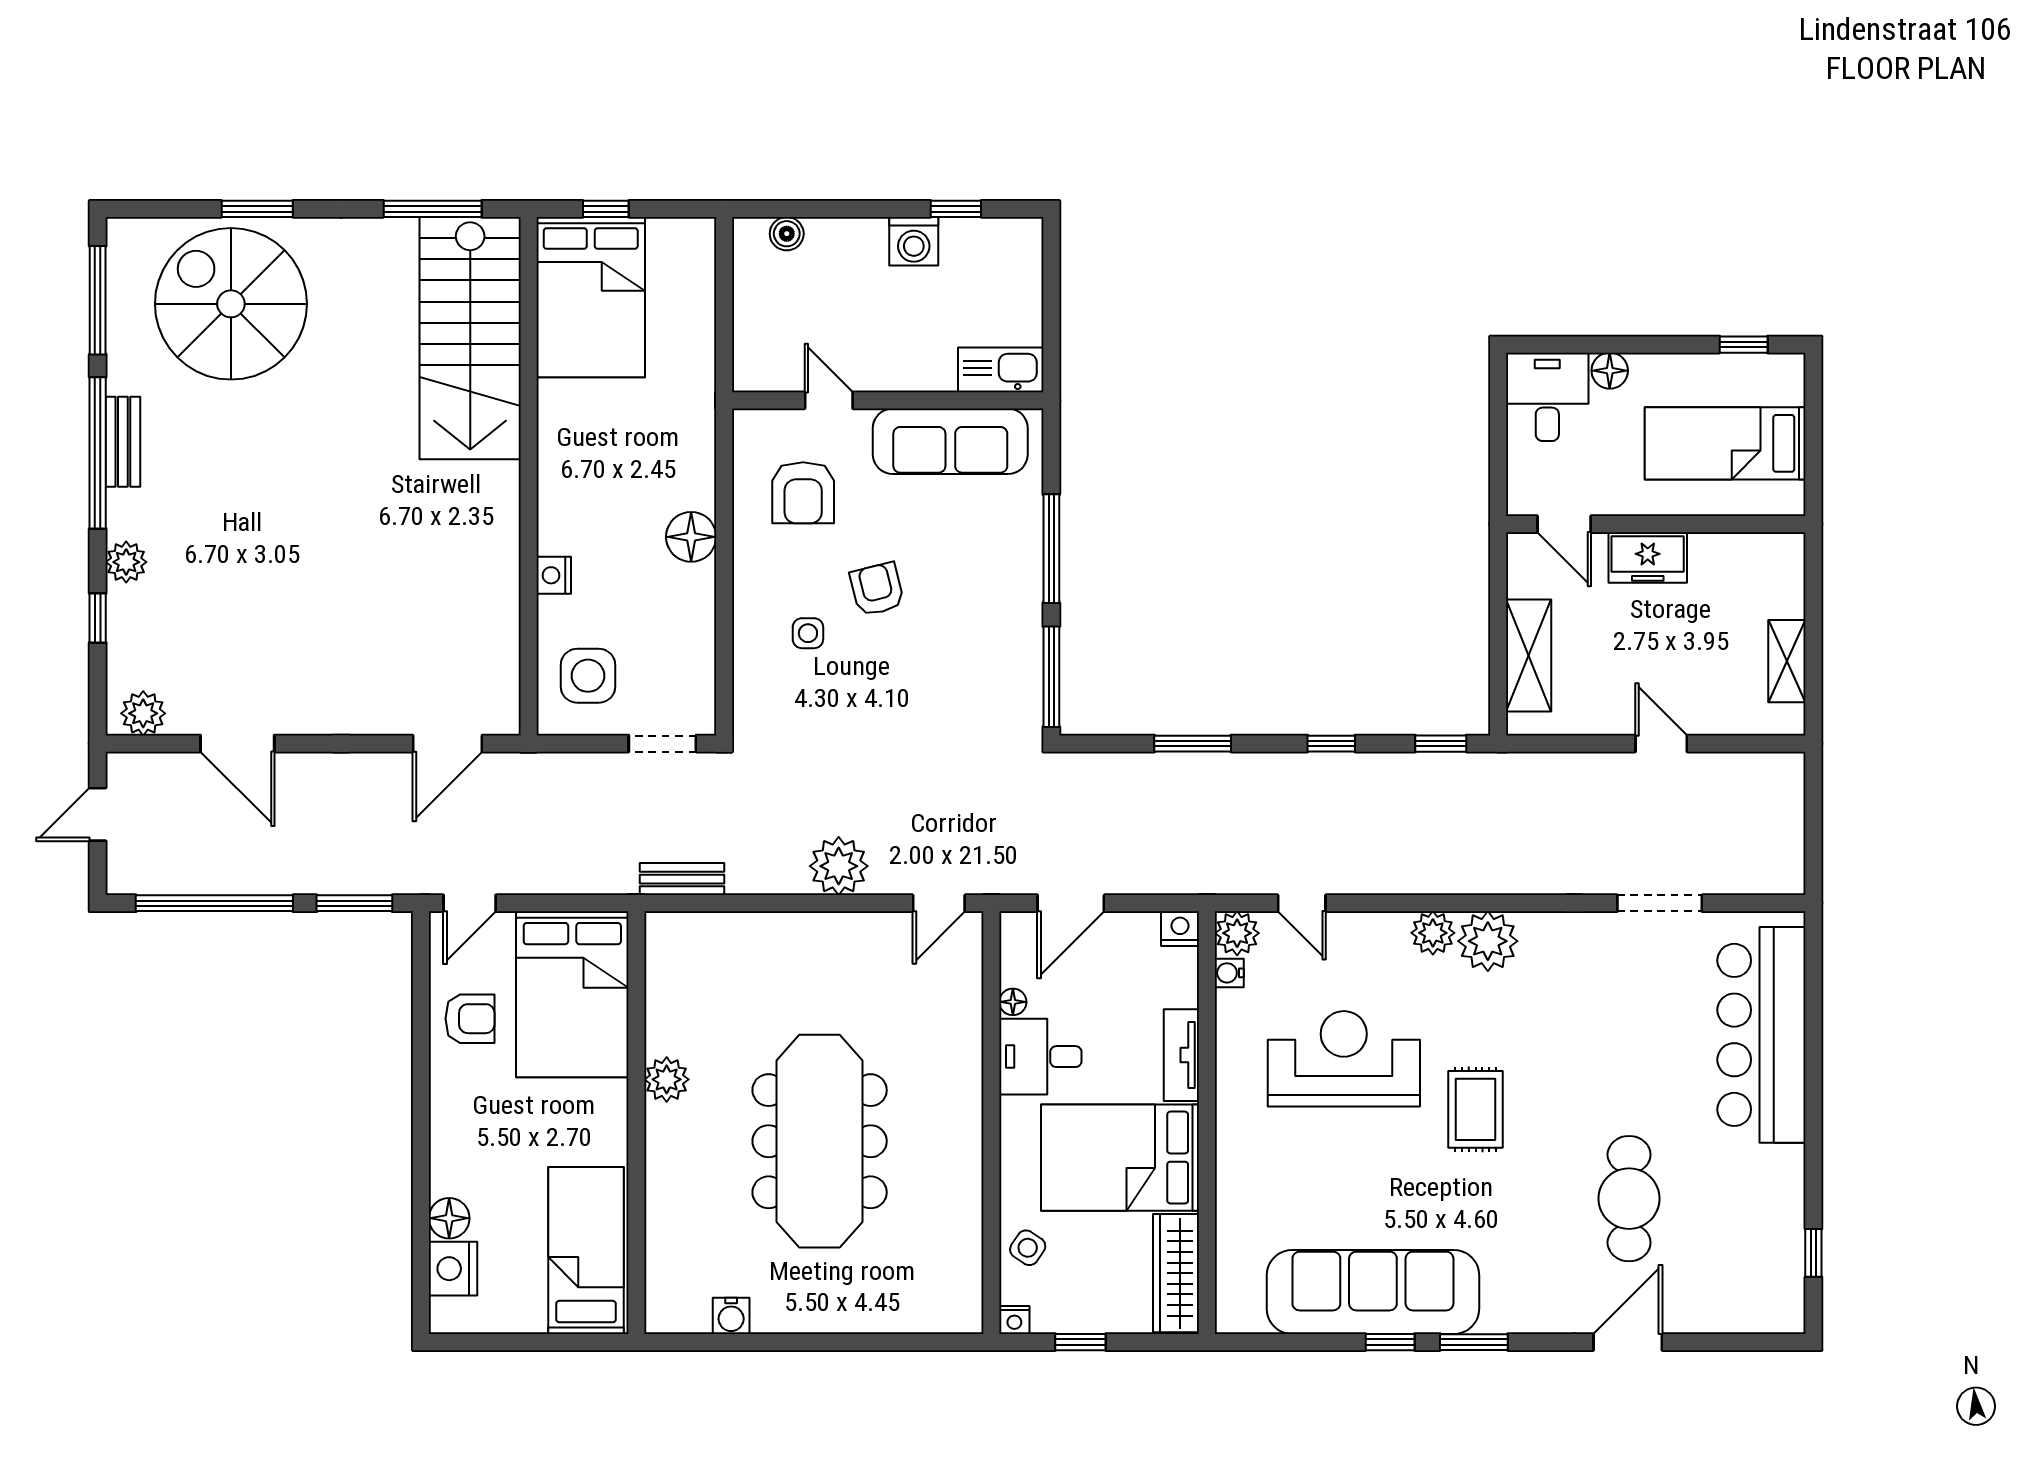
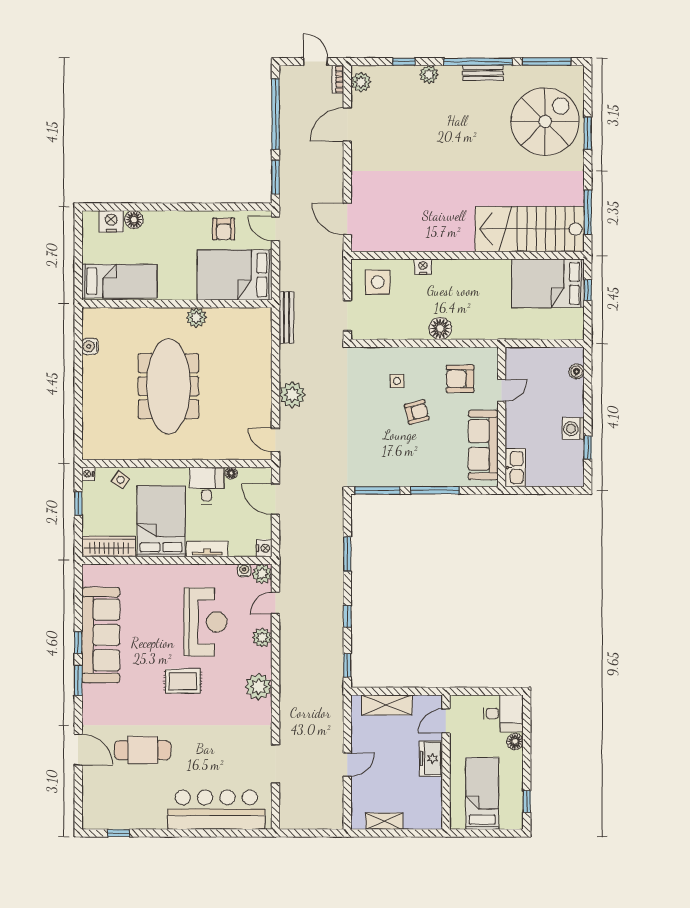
bookcase: (137, 764) -> (338, 79), added
bench: (682, 879) -> (286, 317), width x1.36
plant: (1433, 933) -> (262, 638), moved
meeting table: (820, 1141) -> (169, 386), turned 90

